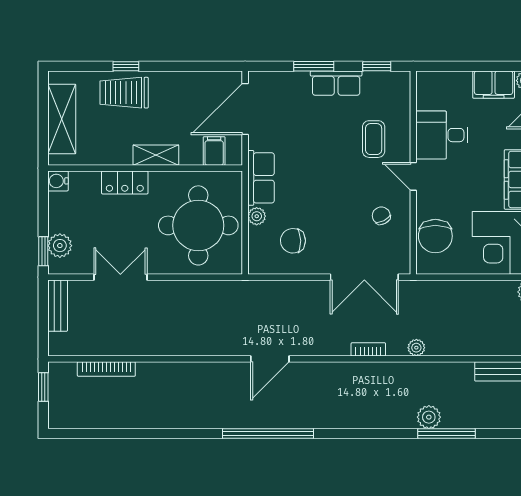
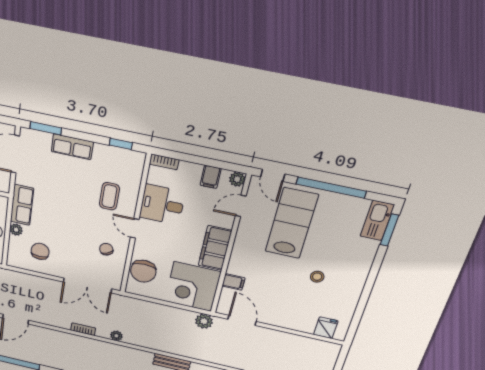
window: (314, 66) -> (46, 128), moved
bookcase: (434, 78) -> (164, 162), added
row of seats: (336, 83) -> (72, 147), moved
filing cabinet: (494, 85) -> (211, 177), width x0.50
chair: (293, 241) -> (40, 251), turned 91

